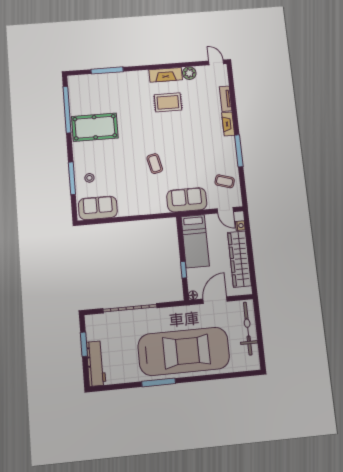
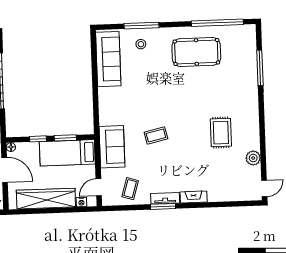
fireplace: (166, 75) -> (252, 132), removed
tv unit: (226, 99) -> (165, 198), moved
pool table: (95, 127) -> (196, 52), turned 90
window: (239, 151) -> (163, 206), width x0.69
coffee table: (155, 164) -> (156, 135), moved
sofa: (98, 208) -> (108, 59), width x1.36
window: (181, 244) -> (65, 138), added

